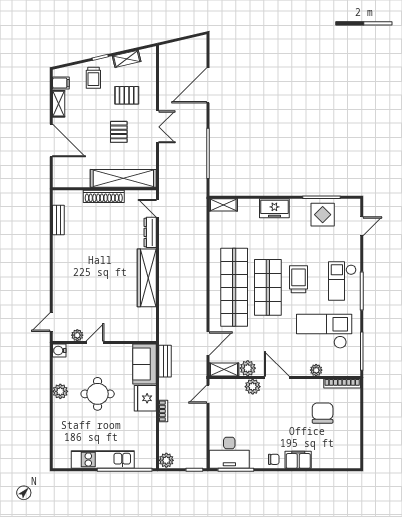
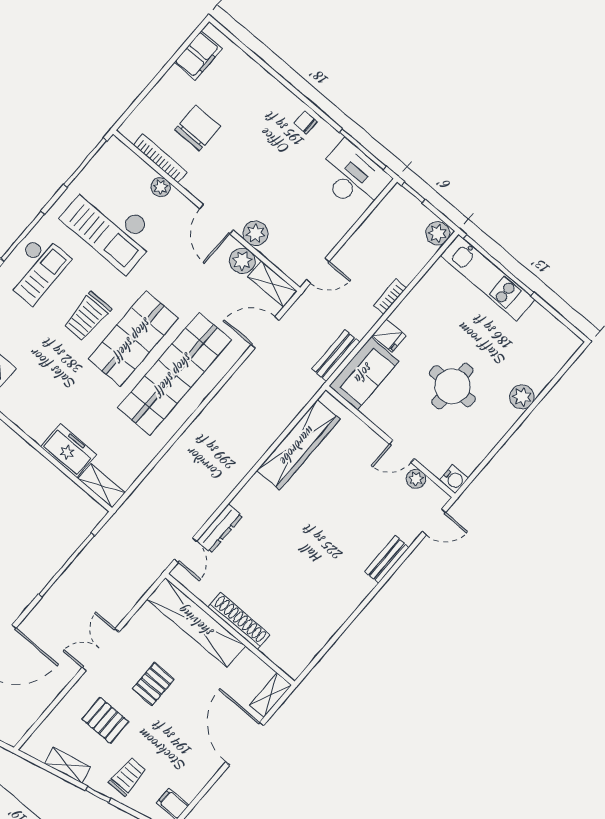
shelving: (59, 104) -> (270, 695), moved
freezer: (274, 208) -> (69, 451), moved
bench: (58, 220) -> (387, 560), moved
wardrobe: (147, 278) -> (298, 445), moved
bookcase: (342, 384) -> (160, 158), moved
plant: (60, 391) -> (522, 397), moved
fridge: (145, 398) -> (389, 336), width x0.53, depth x0.75
chair: (323, 413) -> (198, 128), turned 180
kitchen unit: (103, 460) -> (488, 277), moved
filing cabinet: (298, 460) -> (198, 55), moved, turned -90

